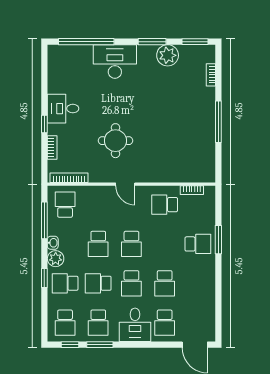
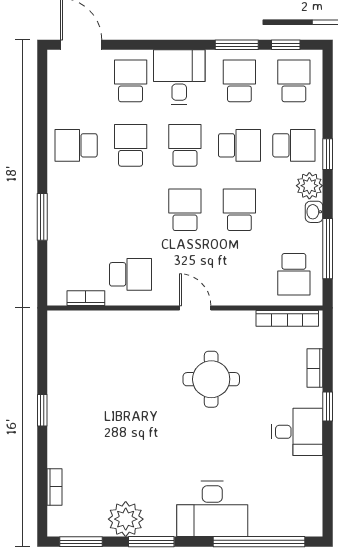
window: (218, 122) -> (42, 410), width x0.46
school desk: (198, 244) -> (76, 145), moved

